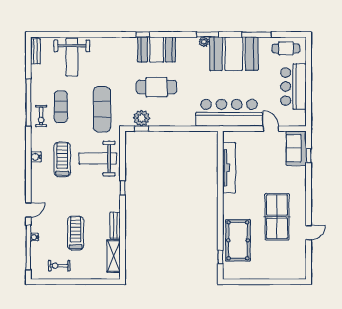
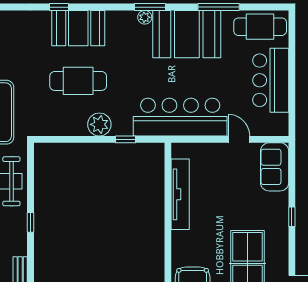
cafe table: (286, 48) -> (260, 27), width x1.37, depth x1.35
plant: (142, 118) -> (99, 124), moved
window: (141, 129) -> (126, 139), moved
window: (309, 156) -> (292, 217), moved

